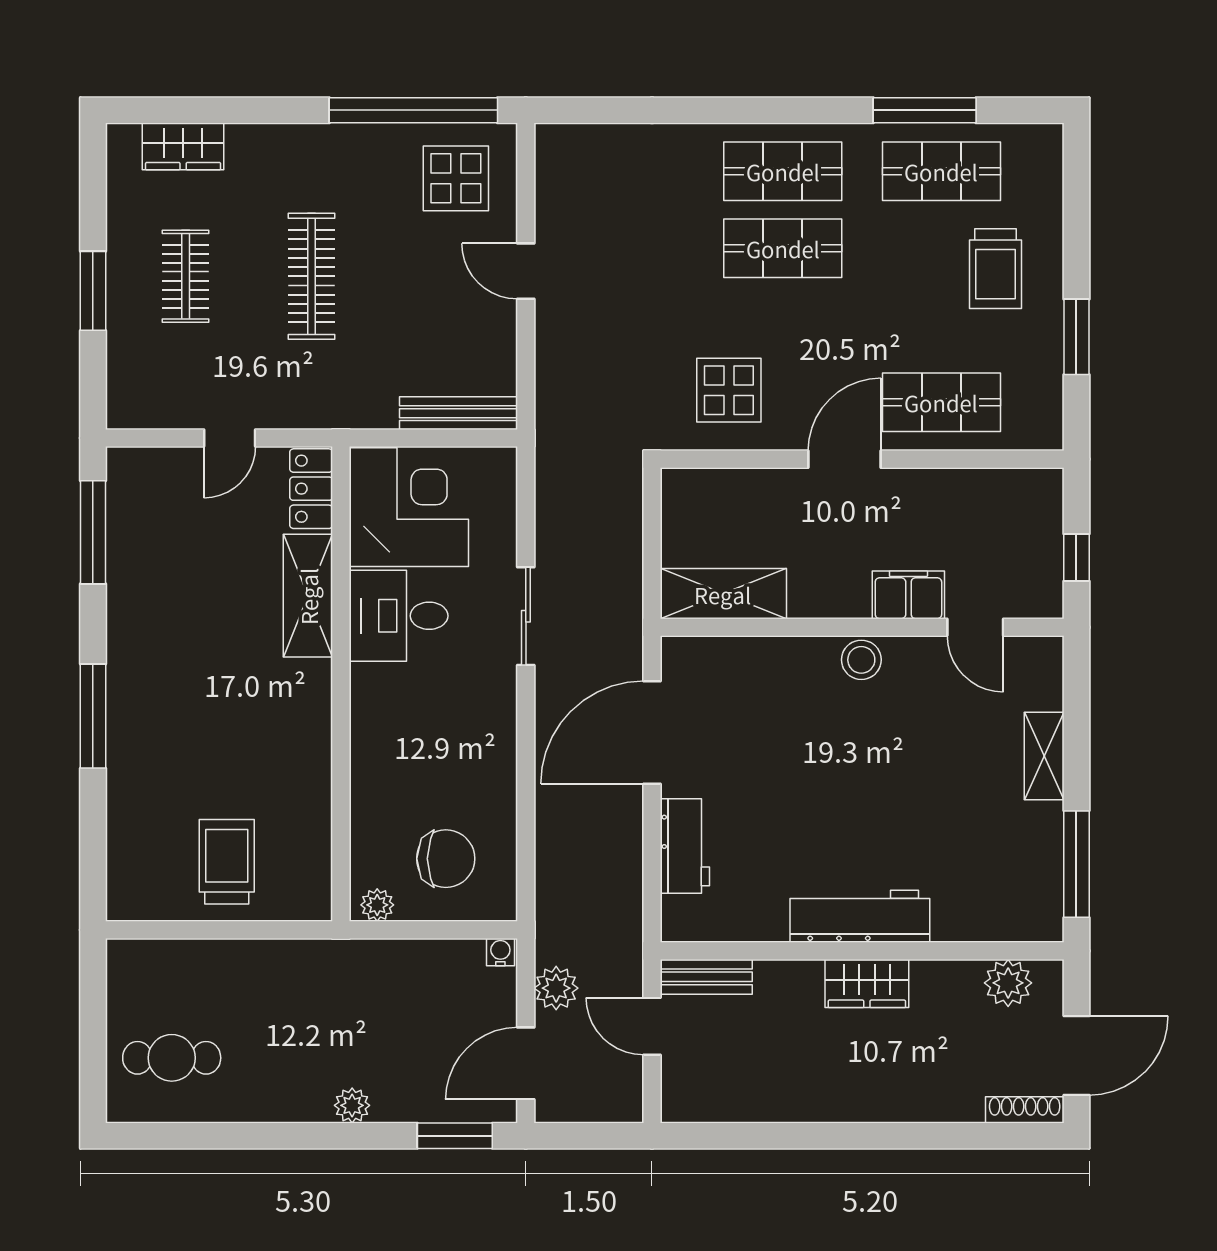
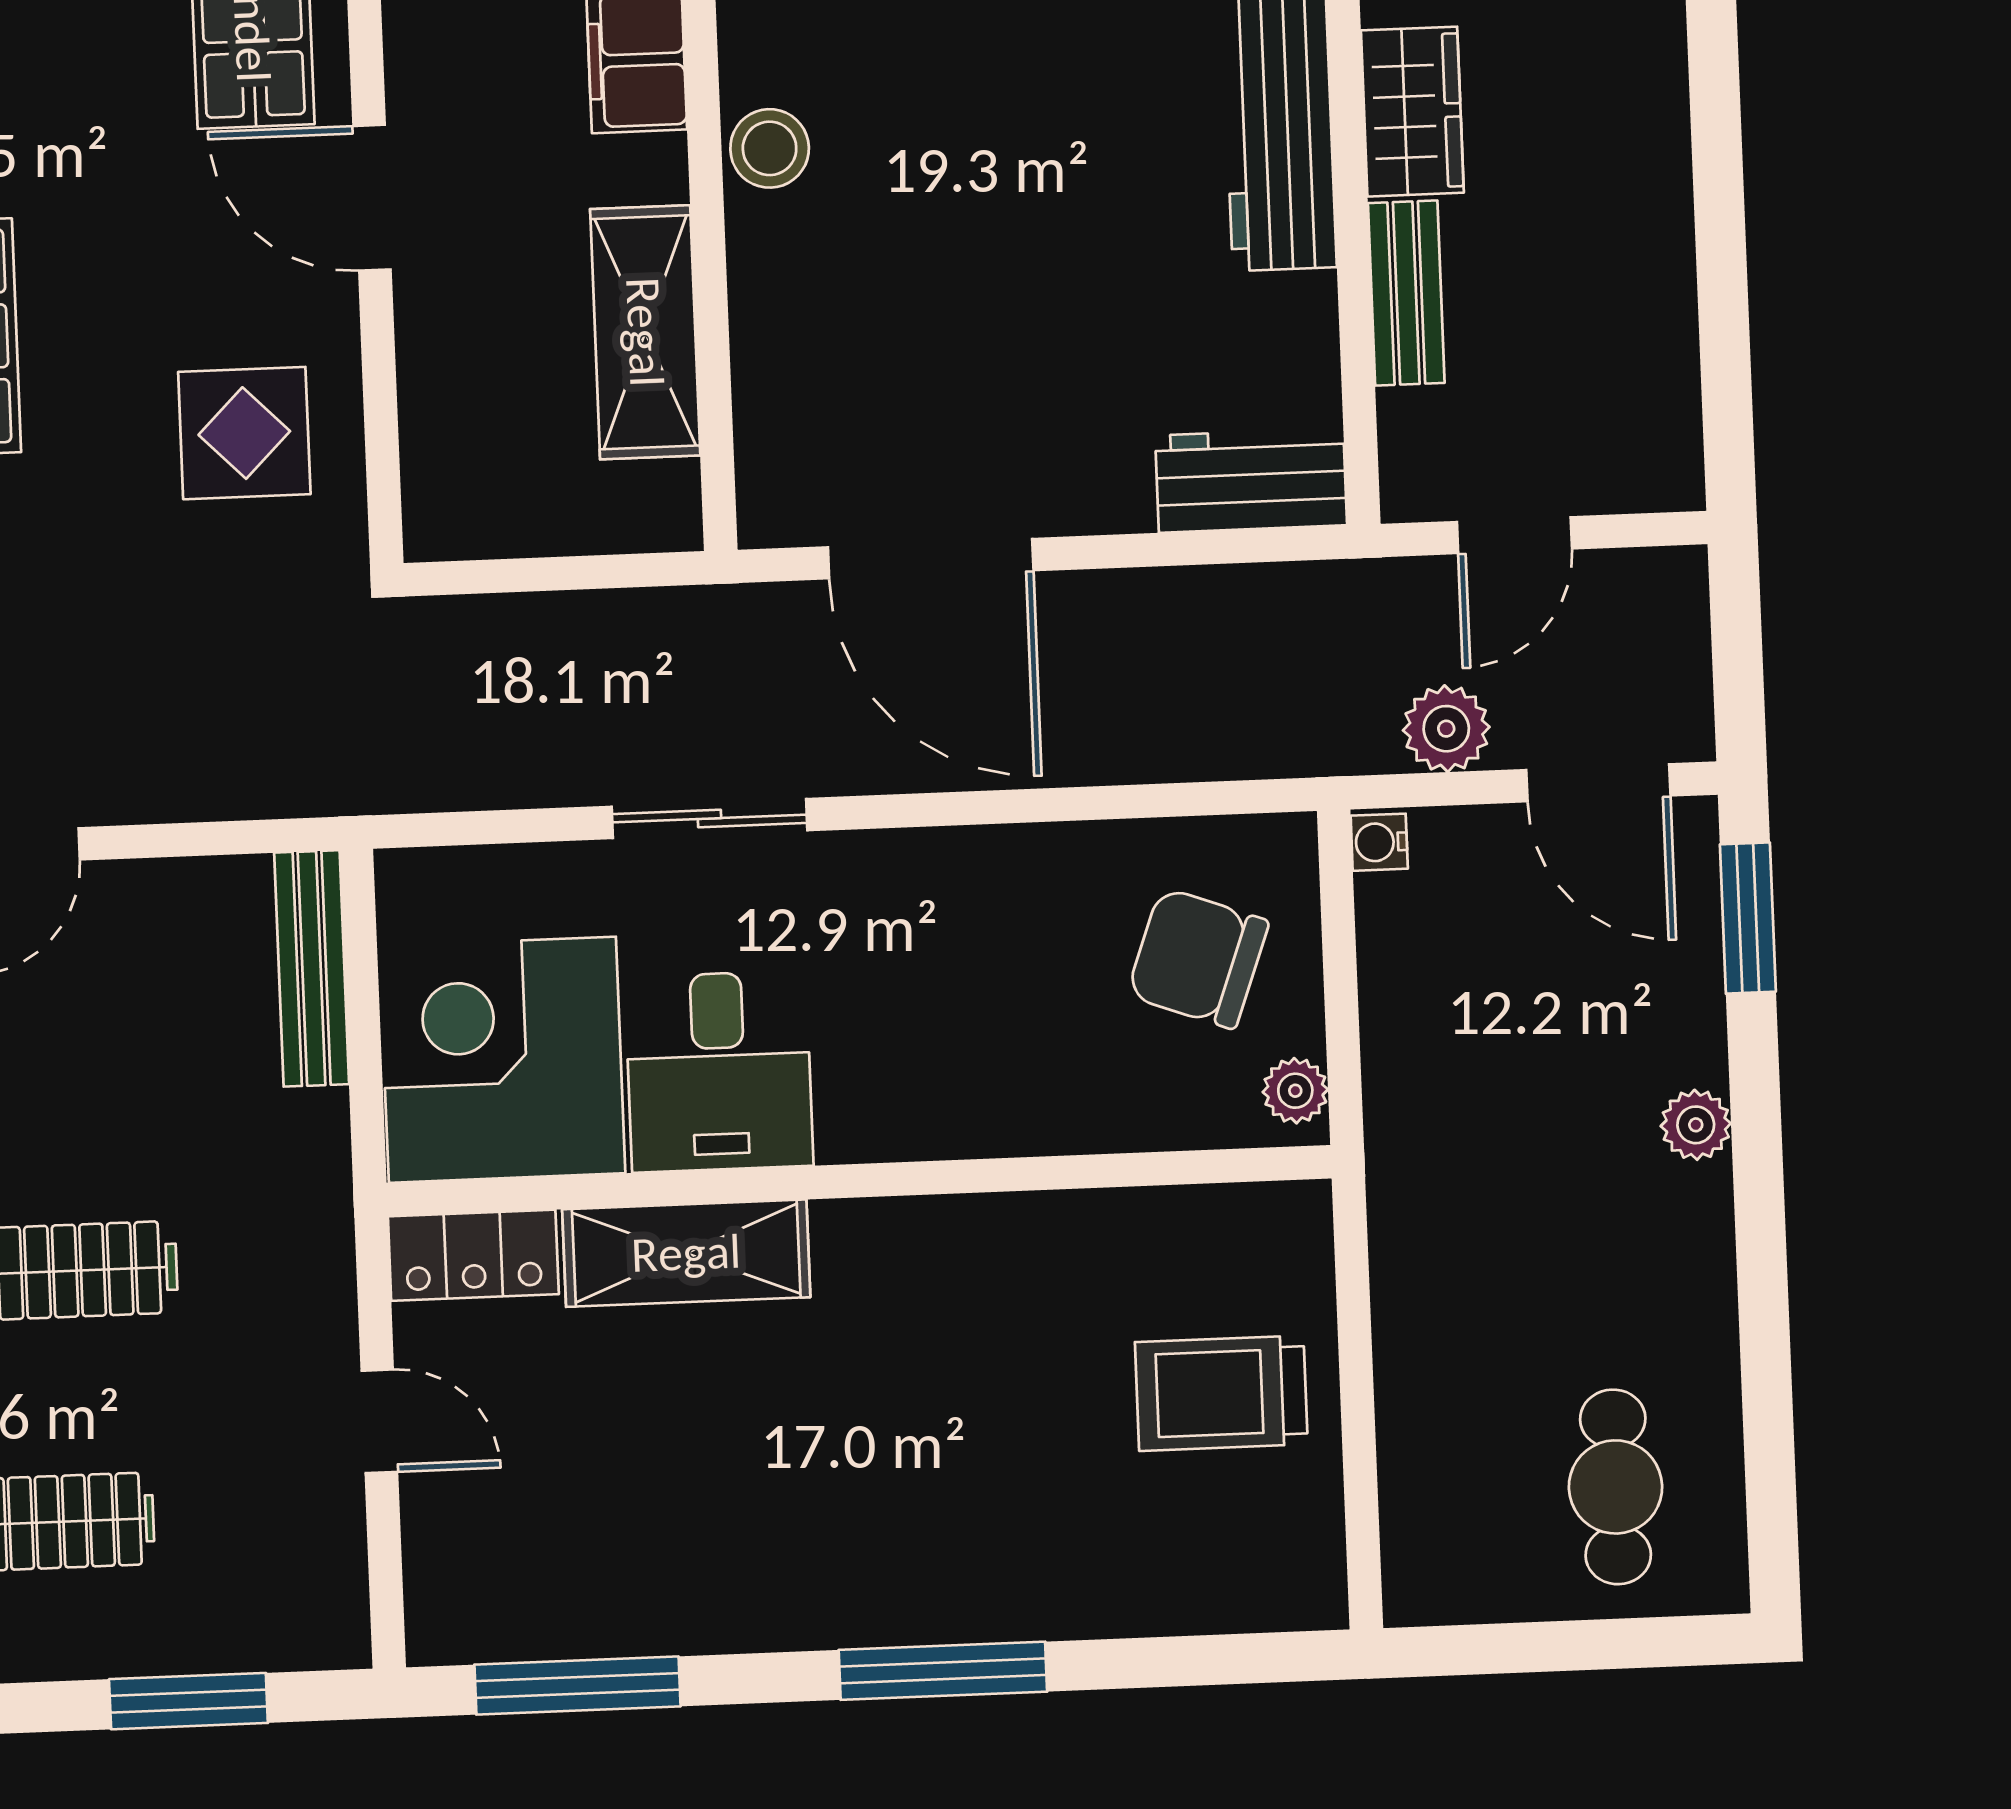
window: (93, 291) -> (188, 1701), moved
shelving: (723, 594) -> (645, 332), moved
workbench: (685, 846) -> (1251, 480), moved
chair: (446, 859) -> (1198, 958), turned -70
bench: (706, 977) -> (1406, 293), moved

